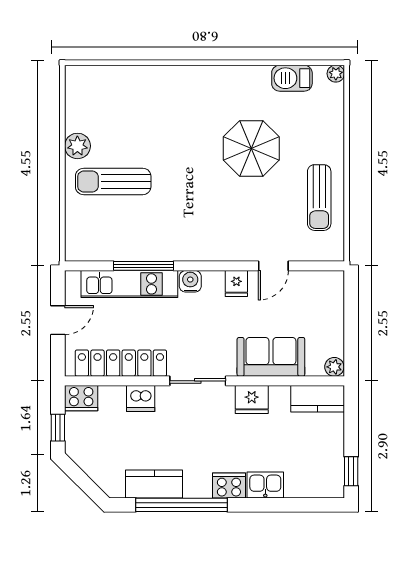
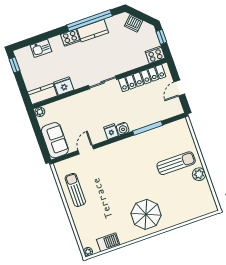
parasol: (251, 148) -> (146, 214), moved
fridge: (236, 283) -> (111, 131), moved
kitchen unit: (129, 284) -> (151, 117), removed
sofa: (271, 357) -> (55, 140), moved, turned -90
dishwasher: (141, 398) -> (134, 23), moved, turned -135
fridge: (252, 399) -> (64, 86), moved
kitchen counter: (154, 484) -> (93, 31), moved
kitchen sink: (265, 485) -> (41, 48), moved

